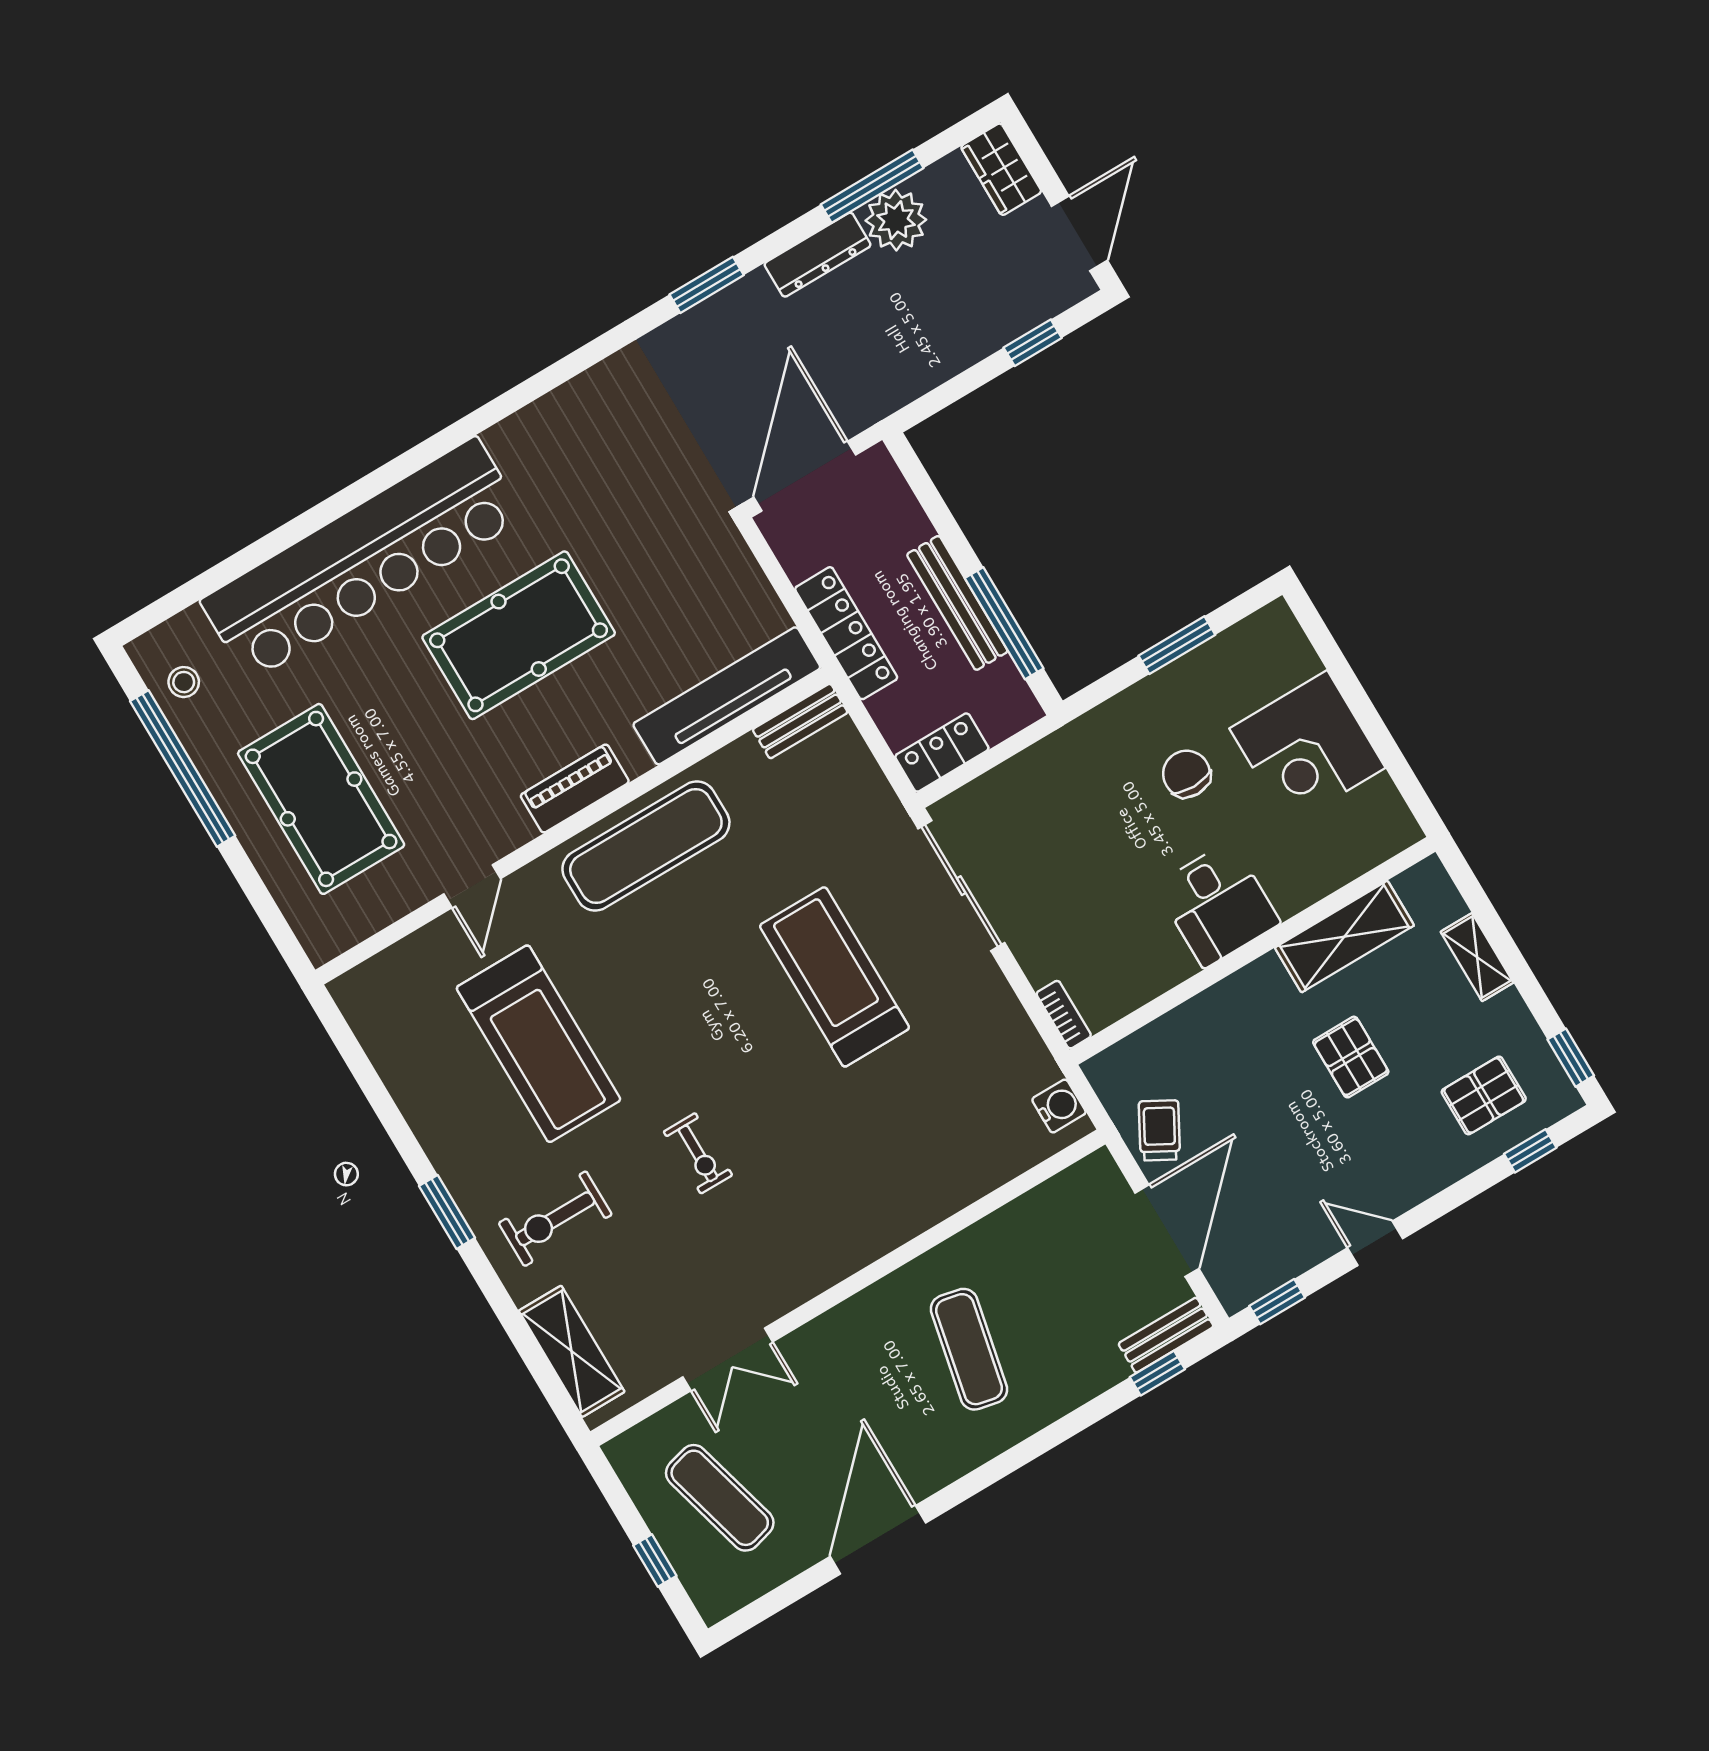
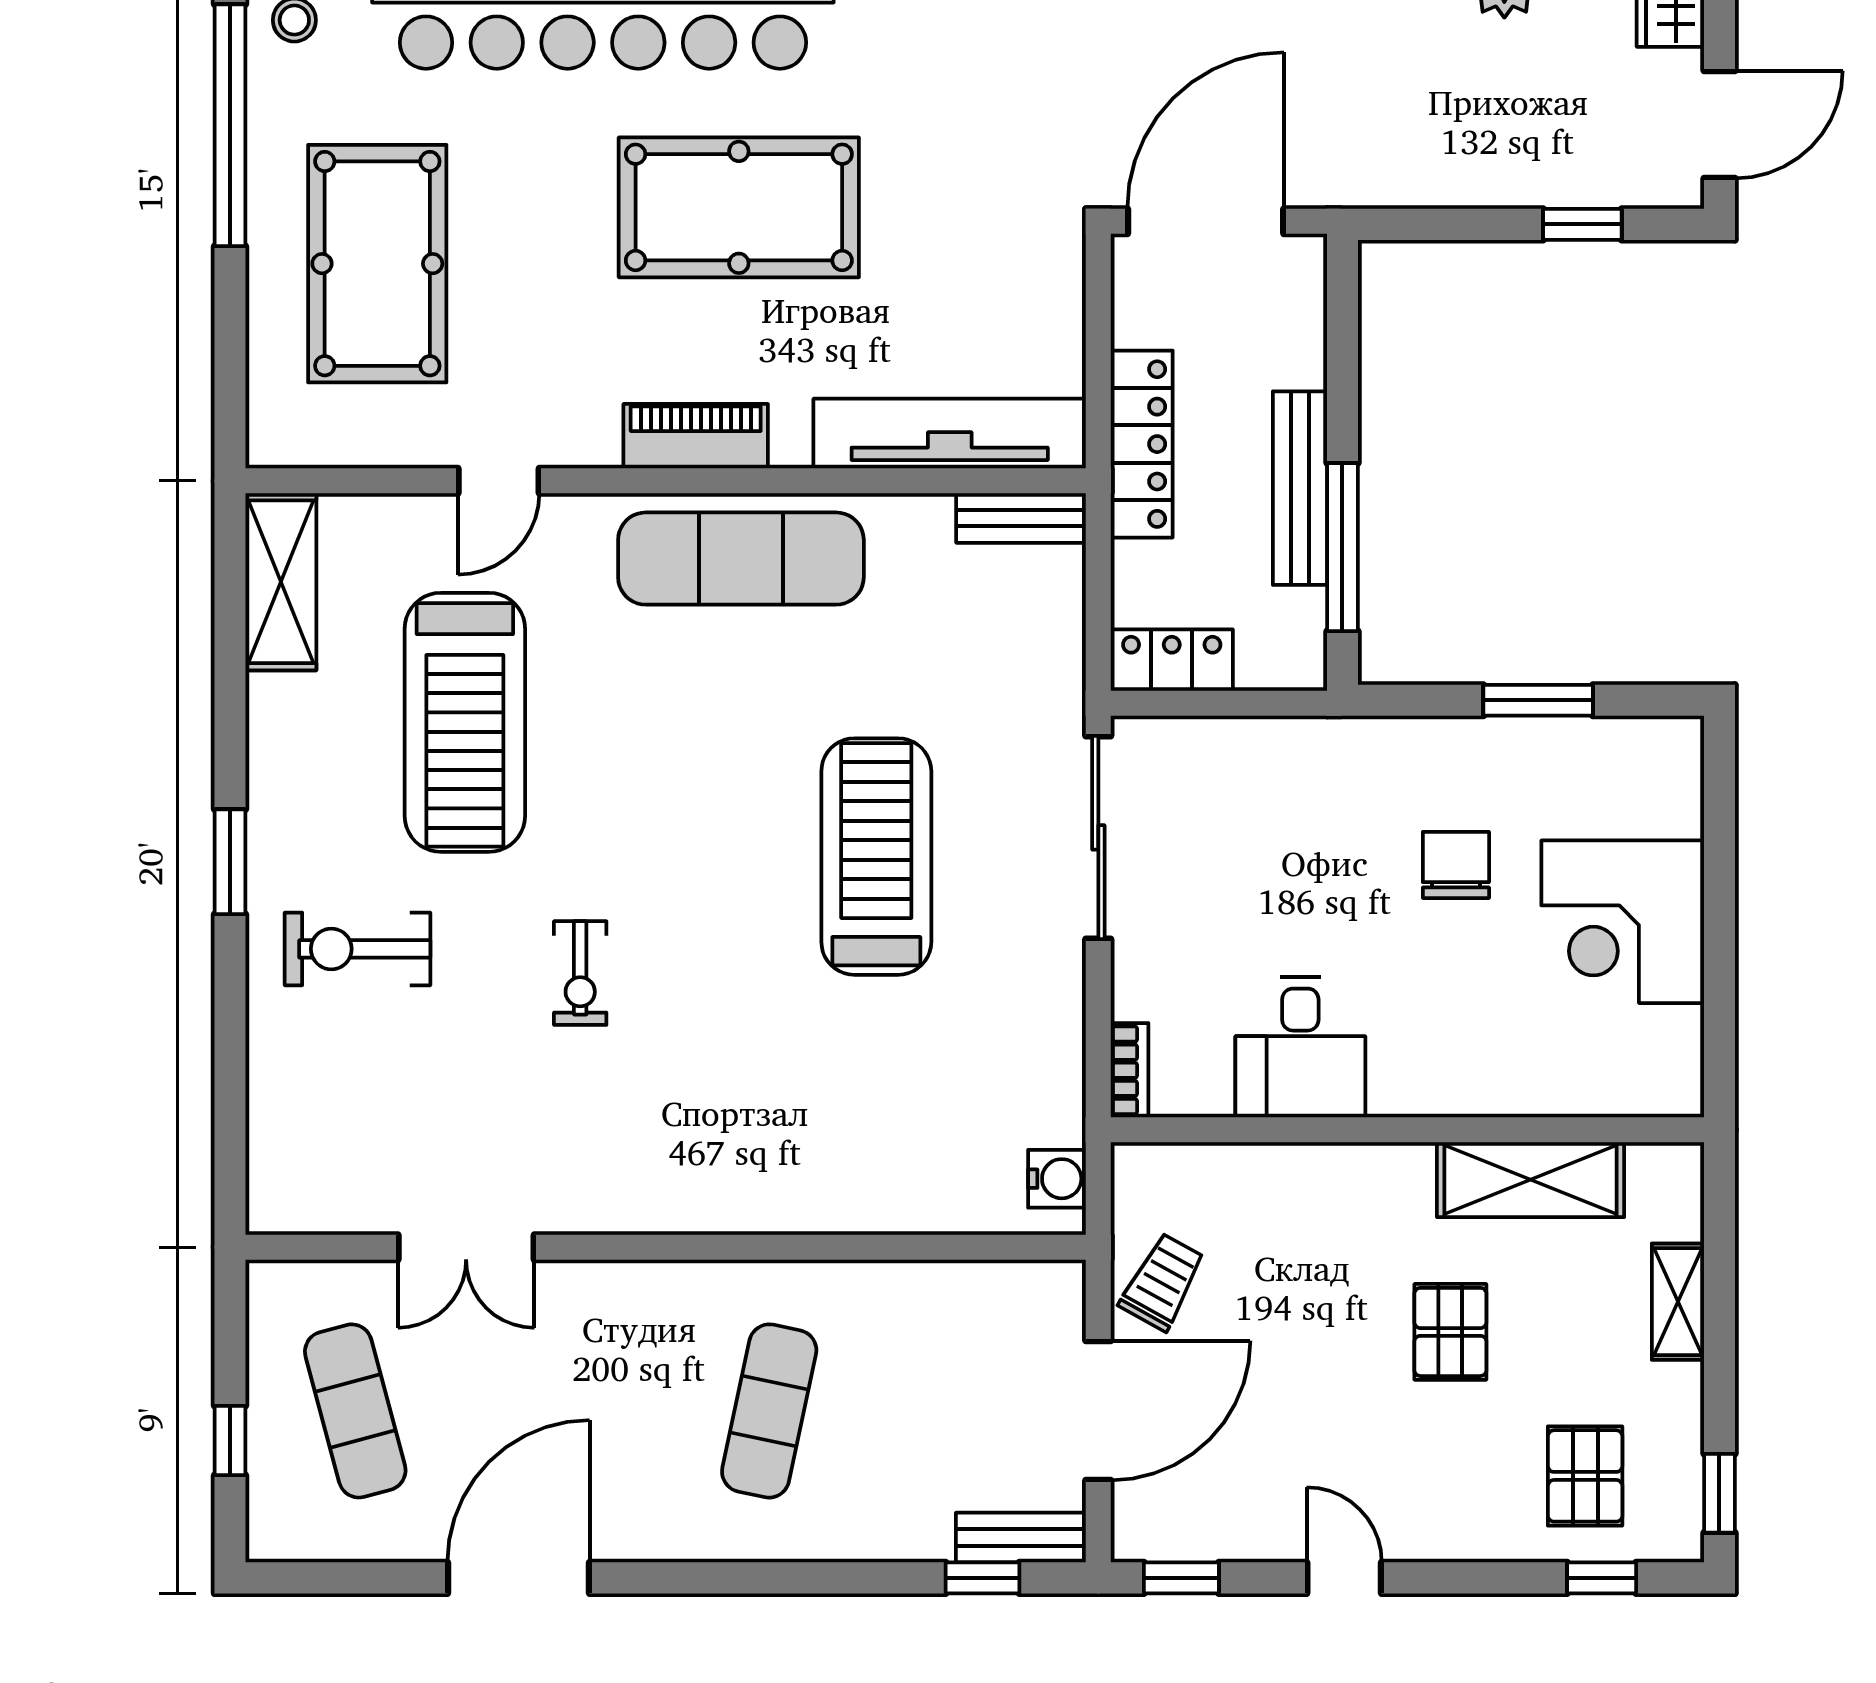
desk: (1218, 904) -> (1300, 1047), moved
pallet: (1484, 1095) -> (1585, 1476), turned 90
shelving: (572, 1351) -> (281, 582), moved

